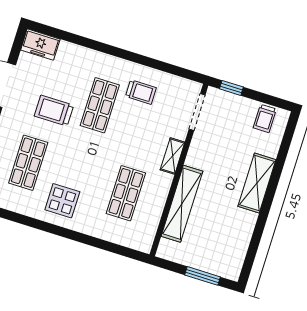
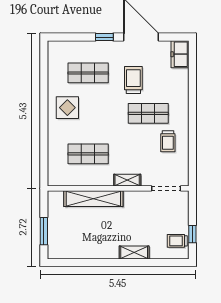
window: (231, 88) -> (192, 234), moved
shelving: (257, 183) -> (134, 252), width x0.67, depth x0.75

